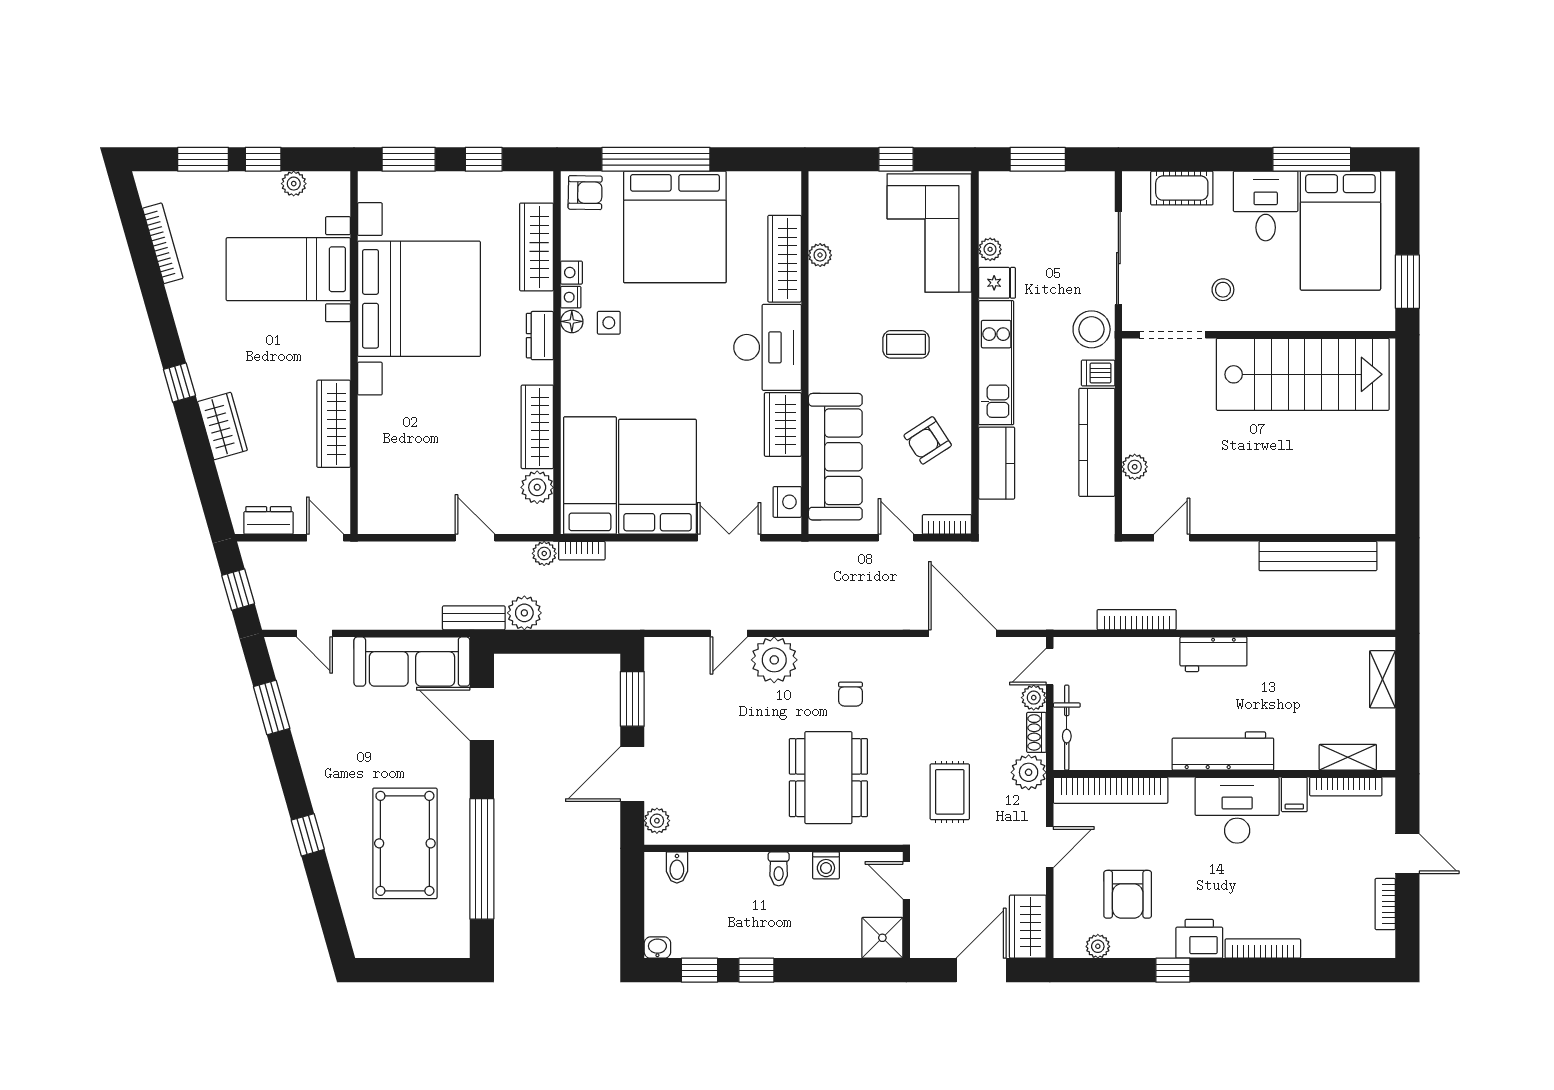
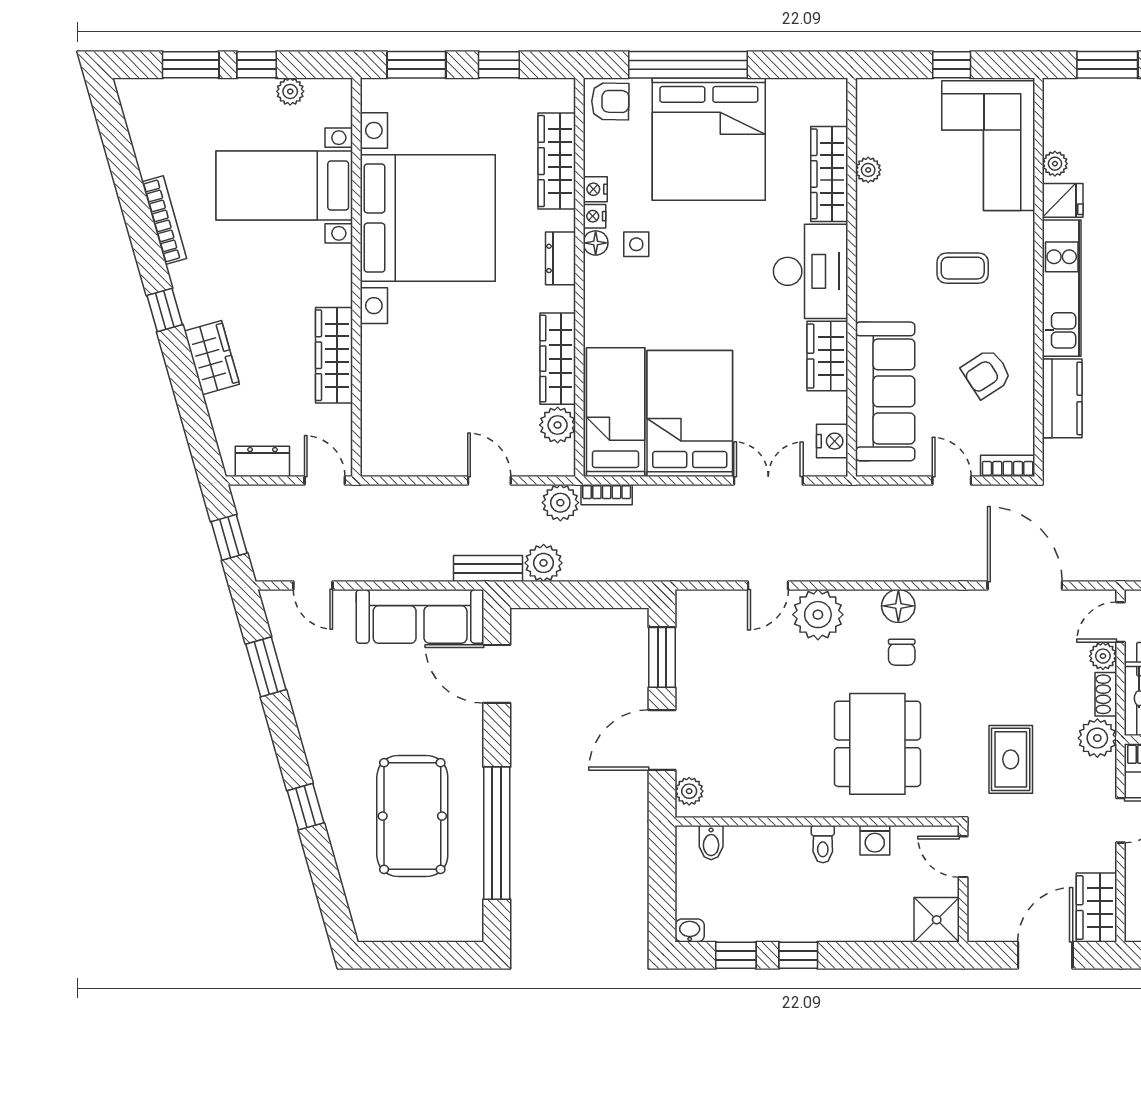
bookcase: (163, 243) -> (164, 220), moved
plant: (544, 553) -> (560, 503), width x1.38, depth x1.38
floor lamp: (847, 652) -> (898, 606), added

